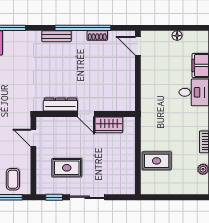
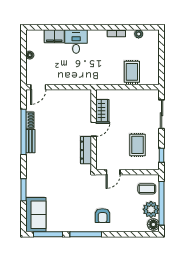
bench: (56, 36) -> (30, 141), moved
sliding door: (87, 197) -> (162, 114), moved

